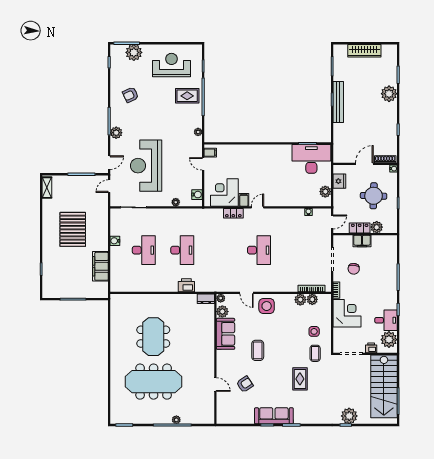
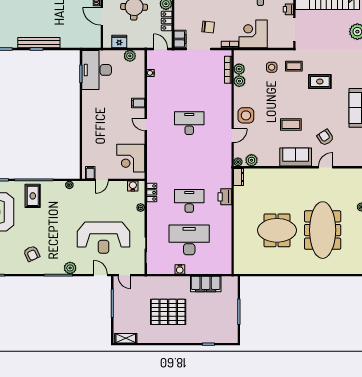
filing cabinet: (244, 200) -> (138, 103), moved
locker: (233, 213) -> (152, 192), moved
filing cabinet: (362, 241) -> (180, 39), moved
desk: (144, 250) -> (189, 240), width x1.36, depth x1.30
sofa: (226, 334) -> (296, 157), moved

